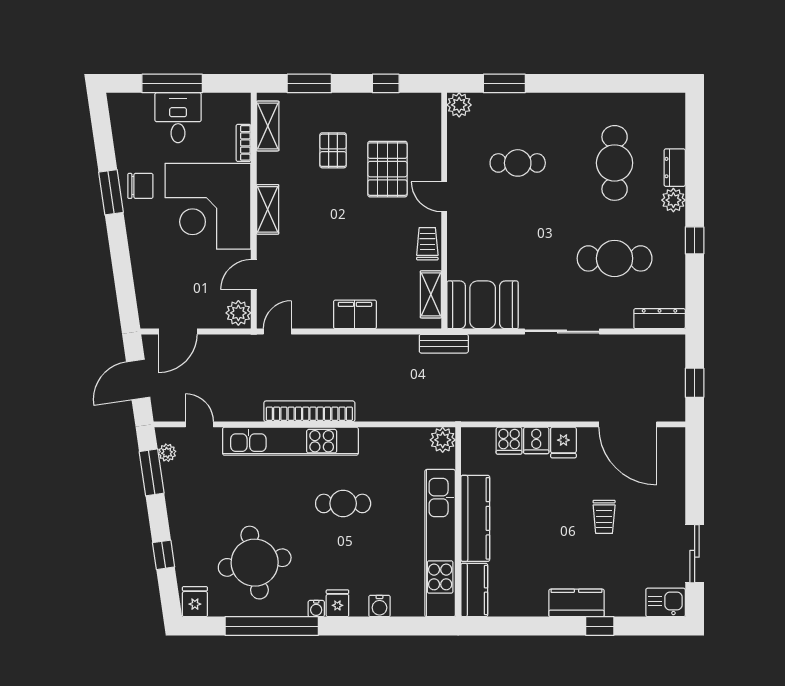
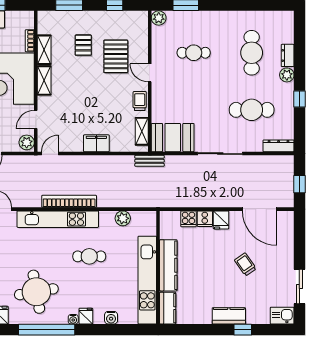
shelving: (268, 126) -> (44, 50), moved
plant: (443, 440) -> (123, 218), moved
trolley: (604, 517) -> (245, 264), turned 145

